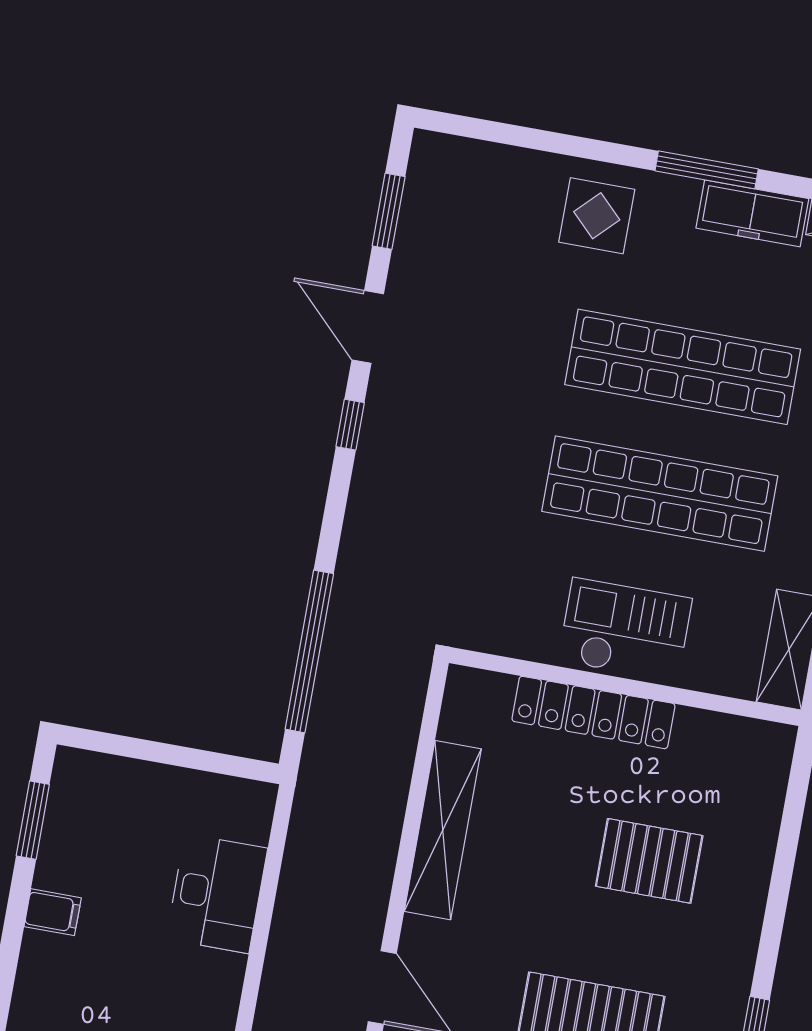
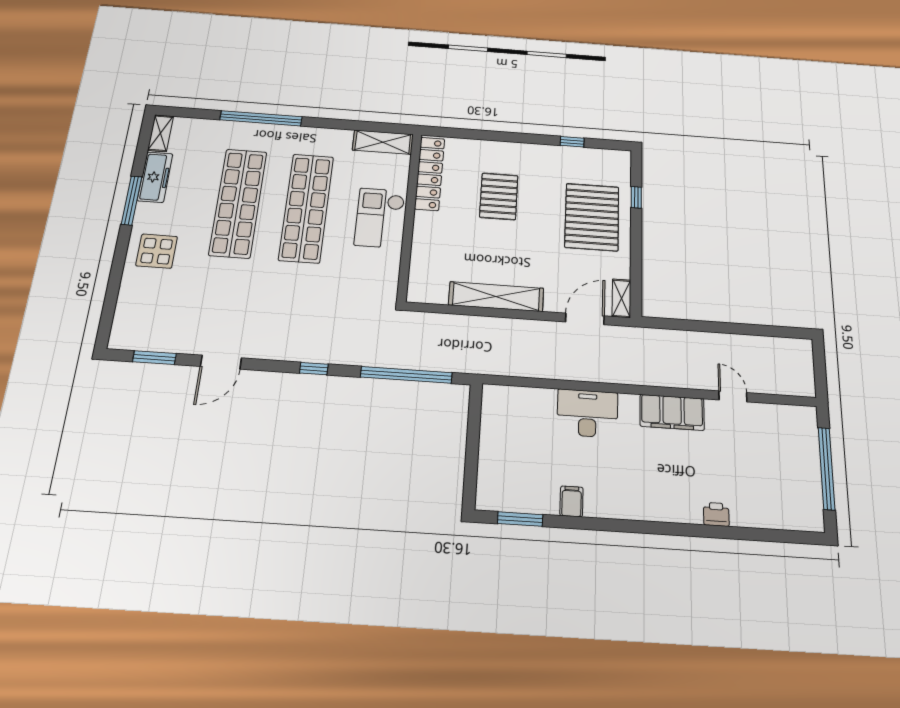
window: (350, 425) -> (314, 369), moved
locker: (593, 712) -> (430, 174), moved
desk: (217, 894) -> (587, 413), moved

